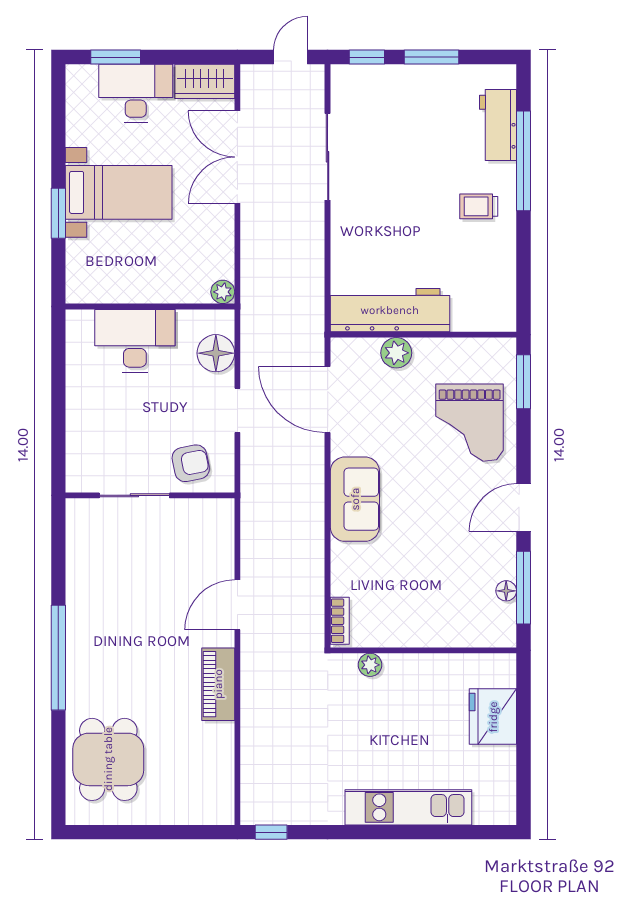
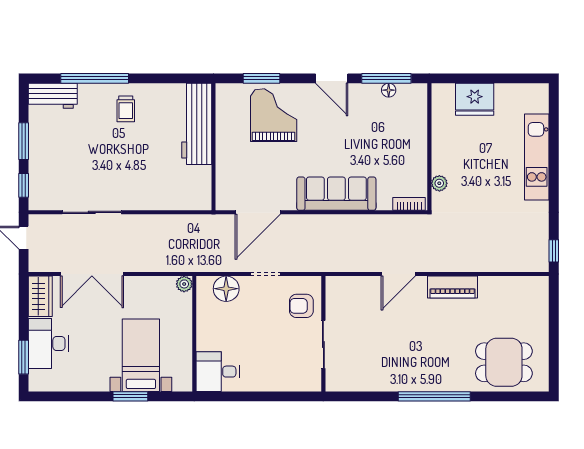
workbench: (498, 125) -> (53, 96), moved
bed with nightstands: (119, 192) -> (141, 355), moved
workbench: (390, 310) -> (197, 124), moved
desk: (135, 341) -> (218, 372), moved, width x0.73
plant: (396, 353) -> (226, 165), removed
window: (523, 382) -> (261, 78), moved
grand piano: (470, 423) -> (274, 115), turned -90
armchair: (191, 463) -> (301, 306), turned -79
sofa: (355, 499) -> (336, 194), width x1.36
door: (237, 605) -> (398, 274), hinge flipped

